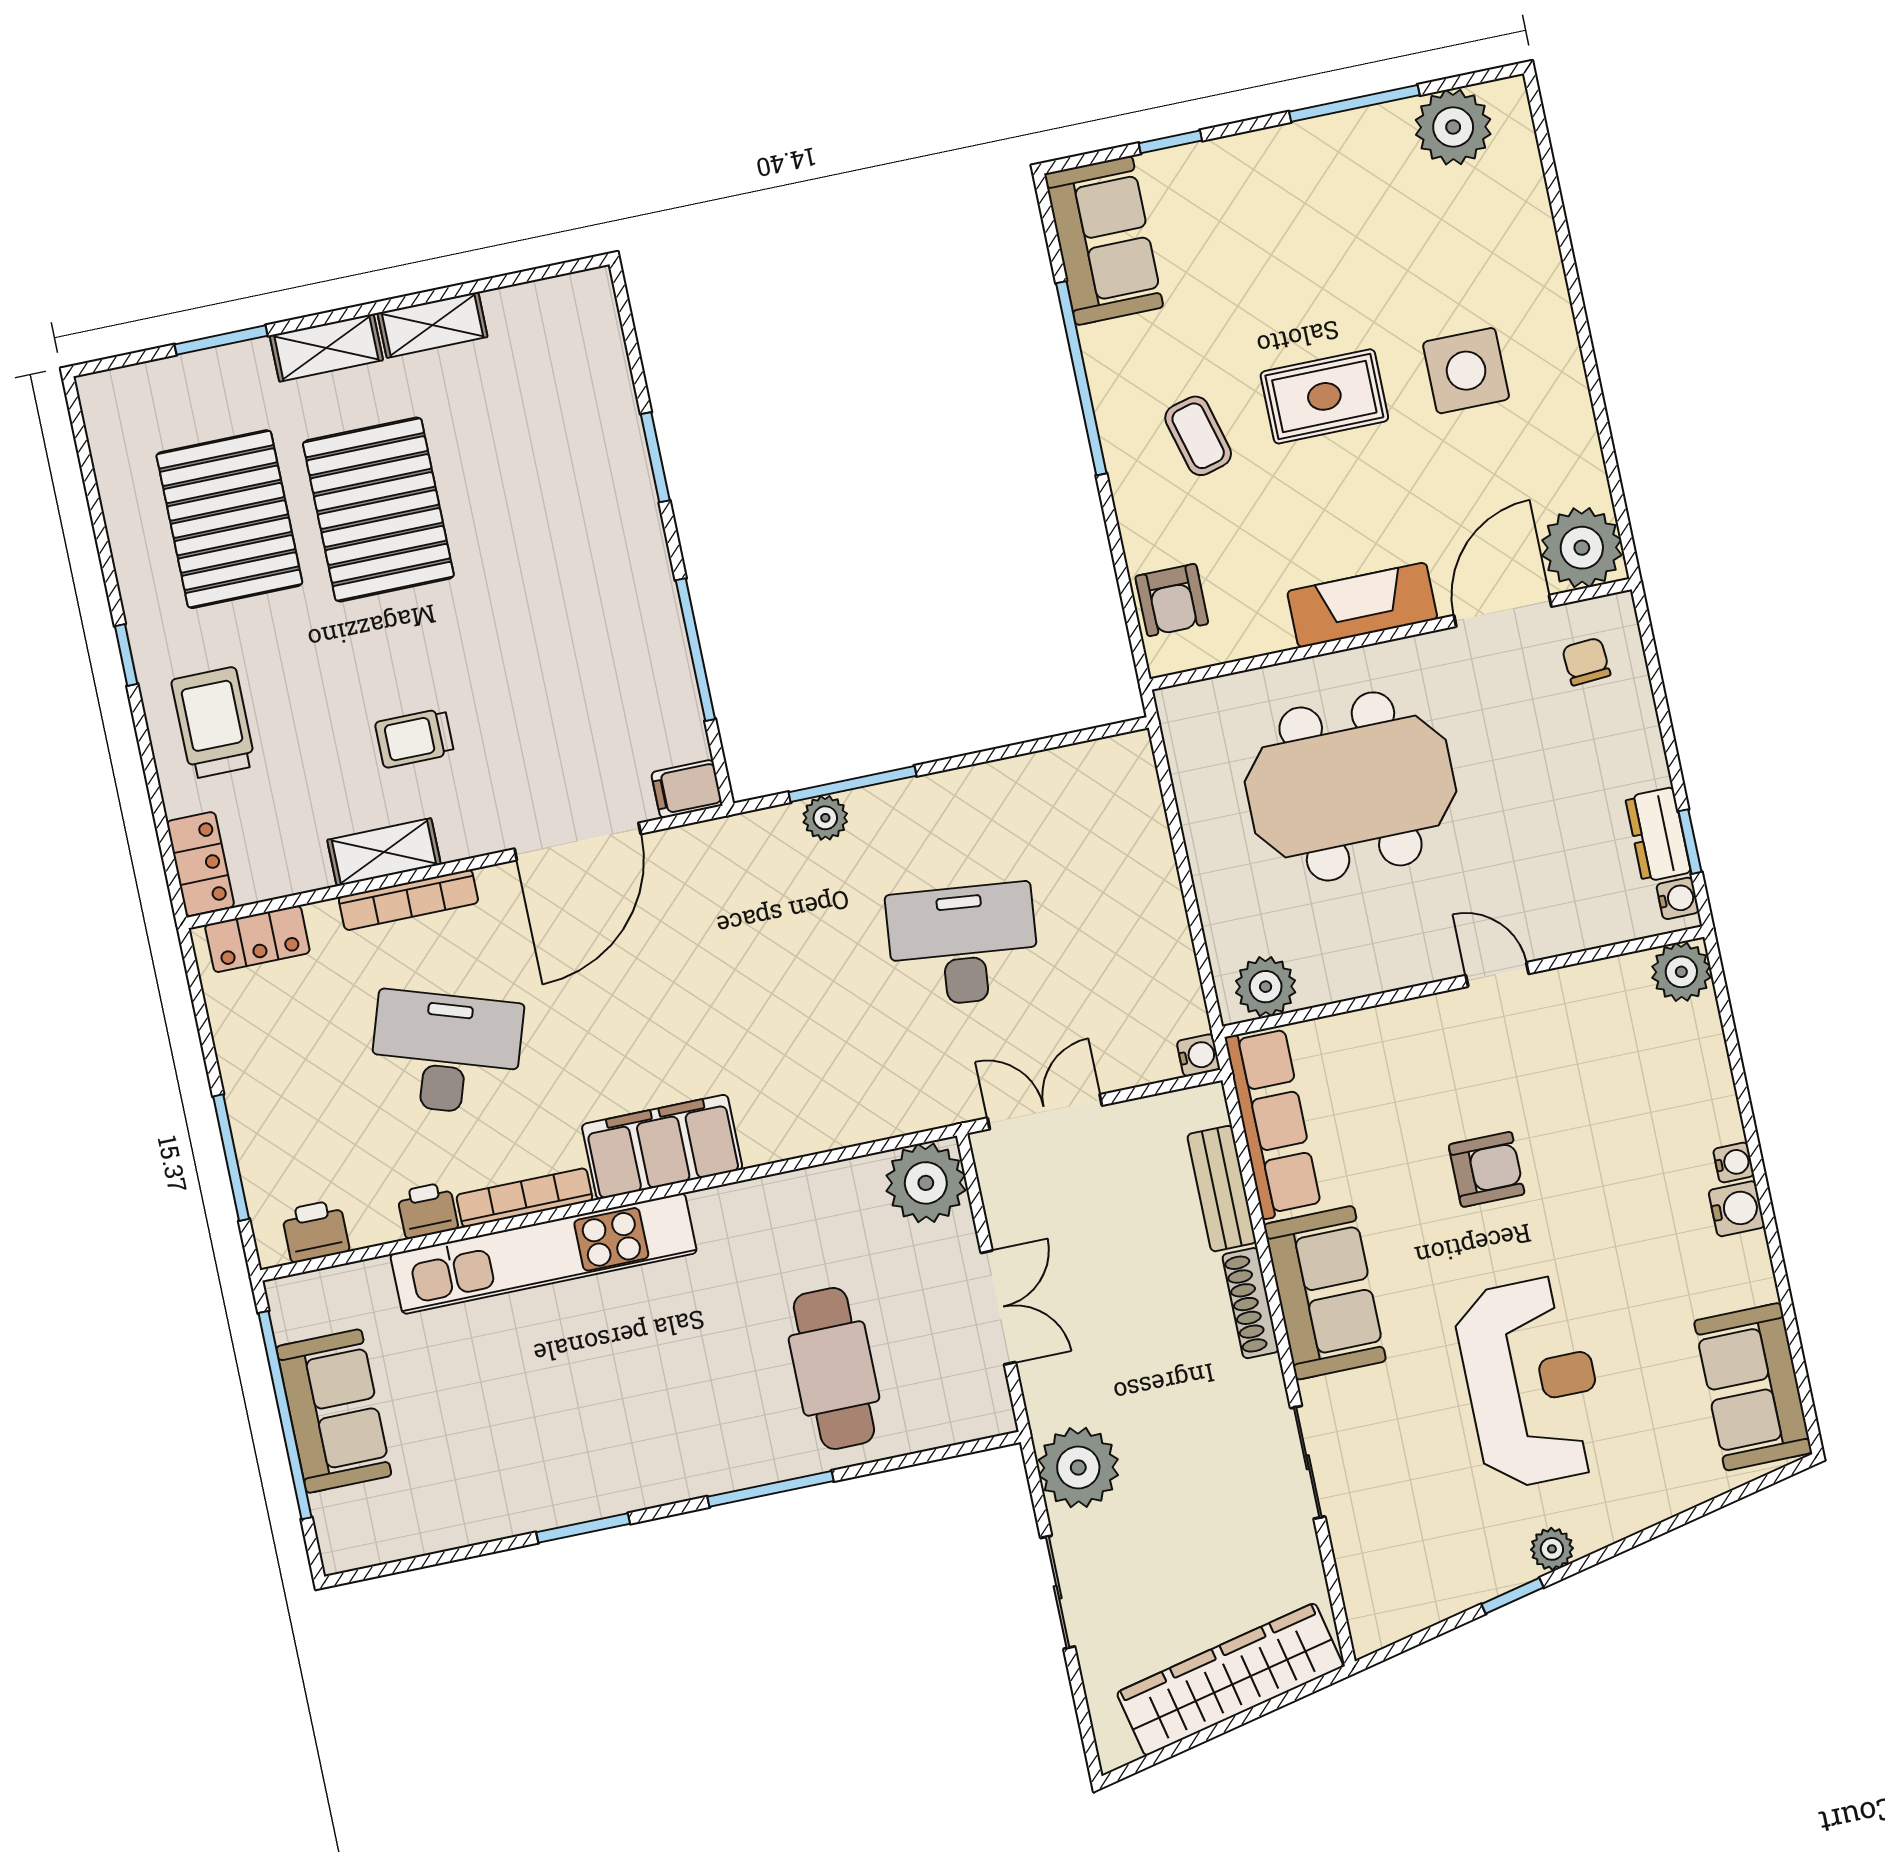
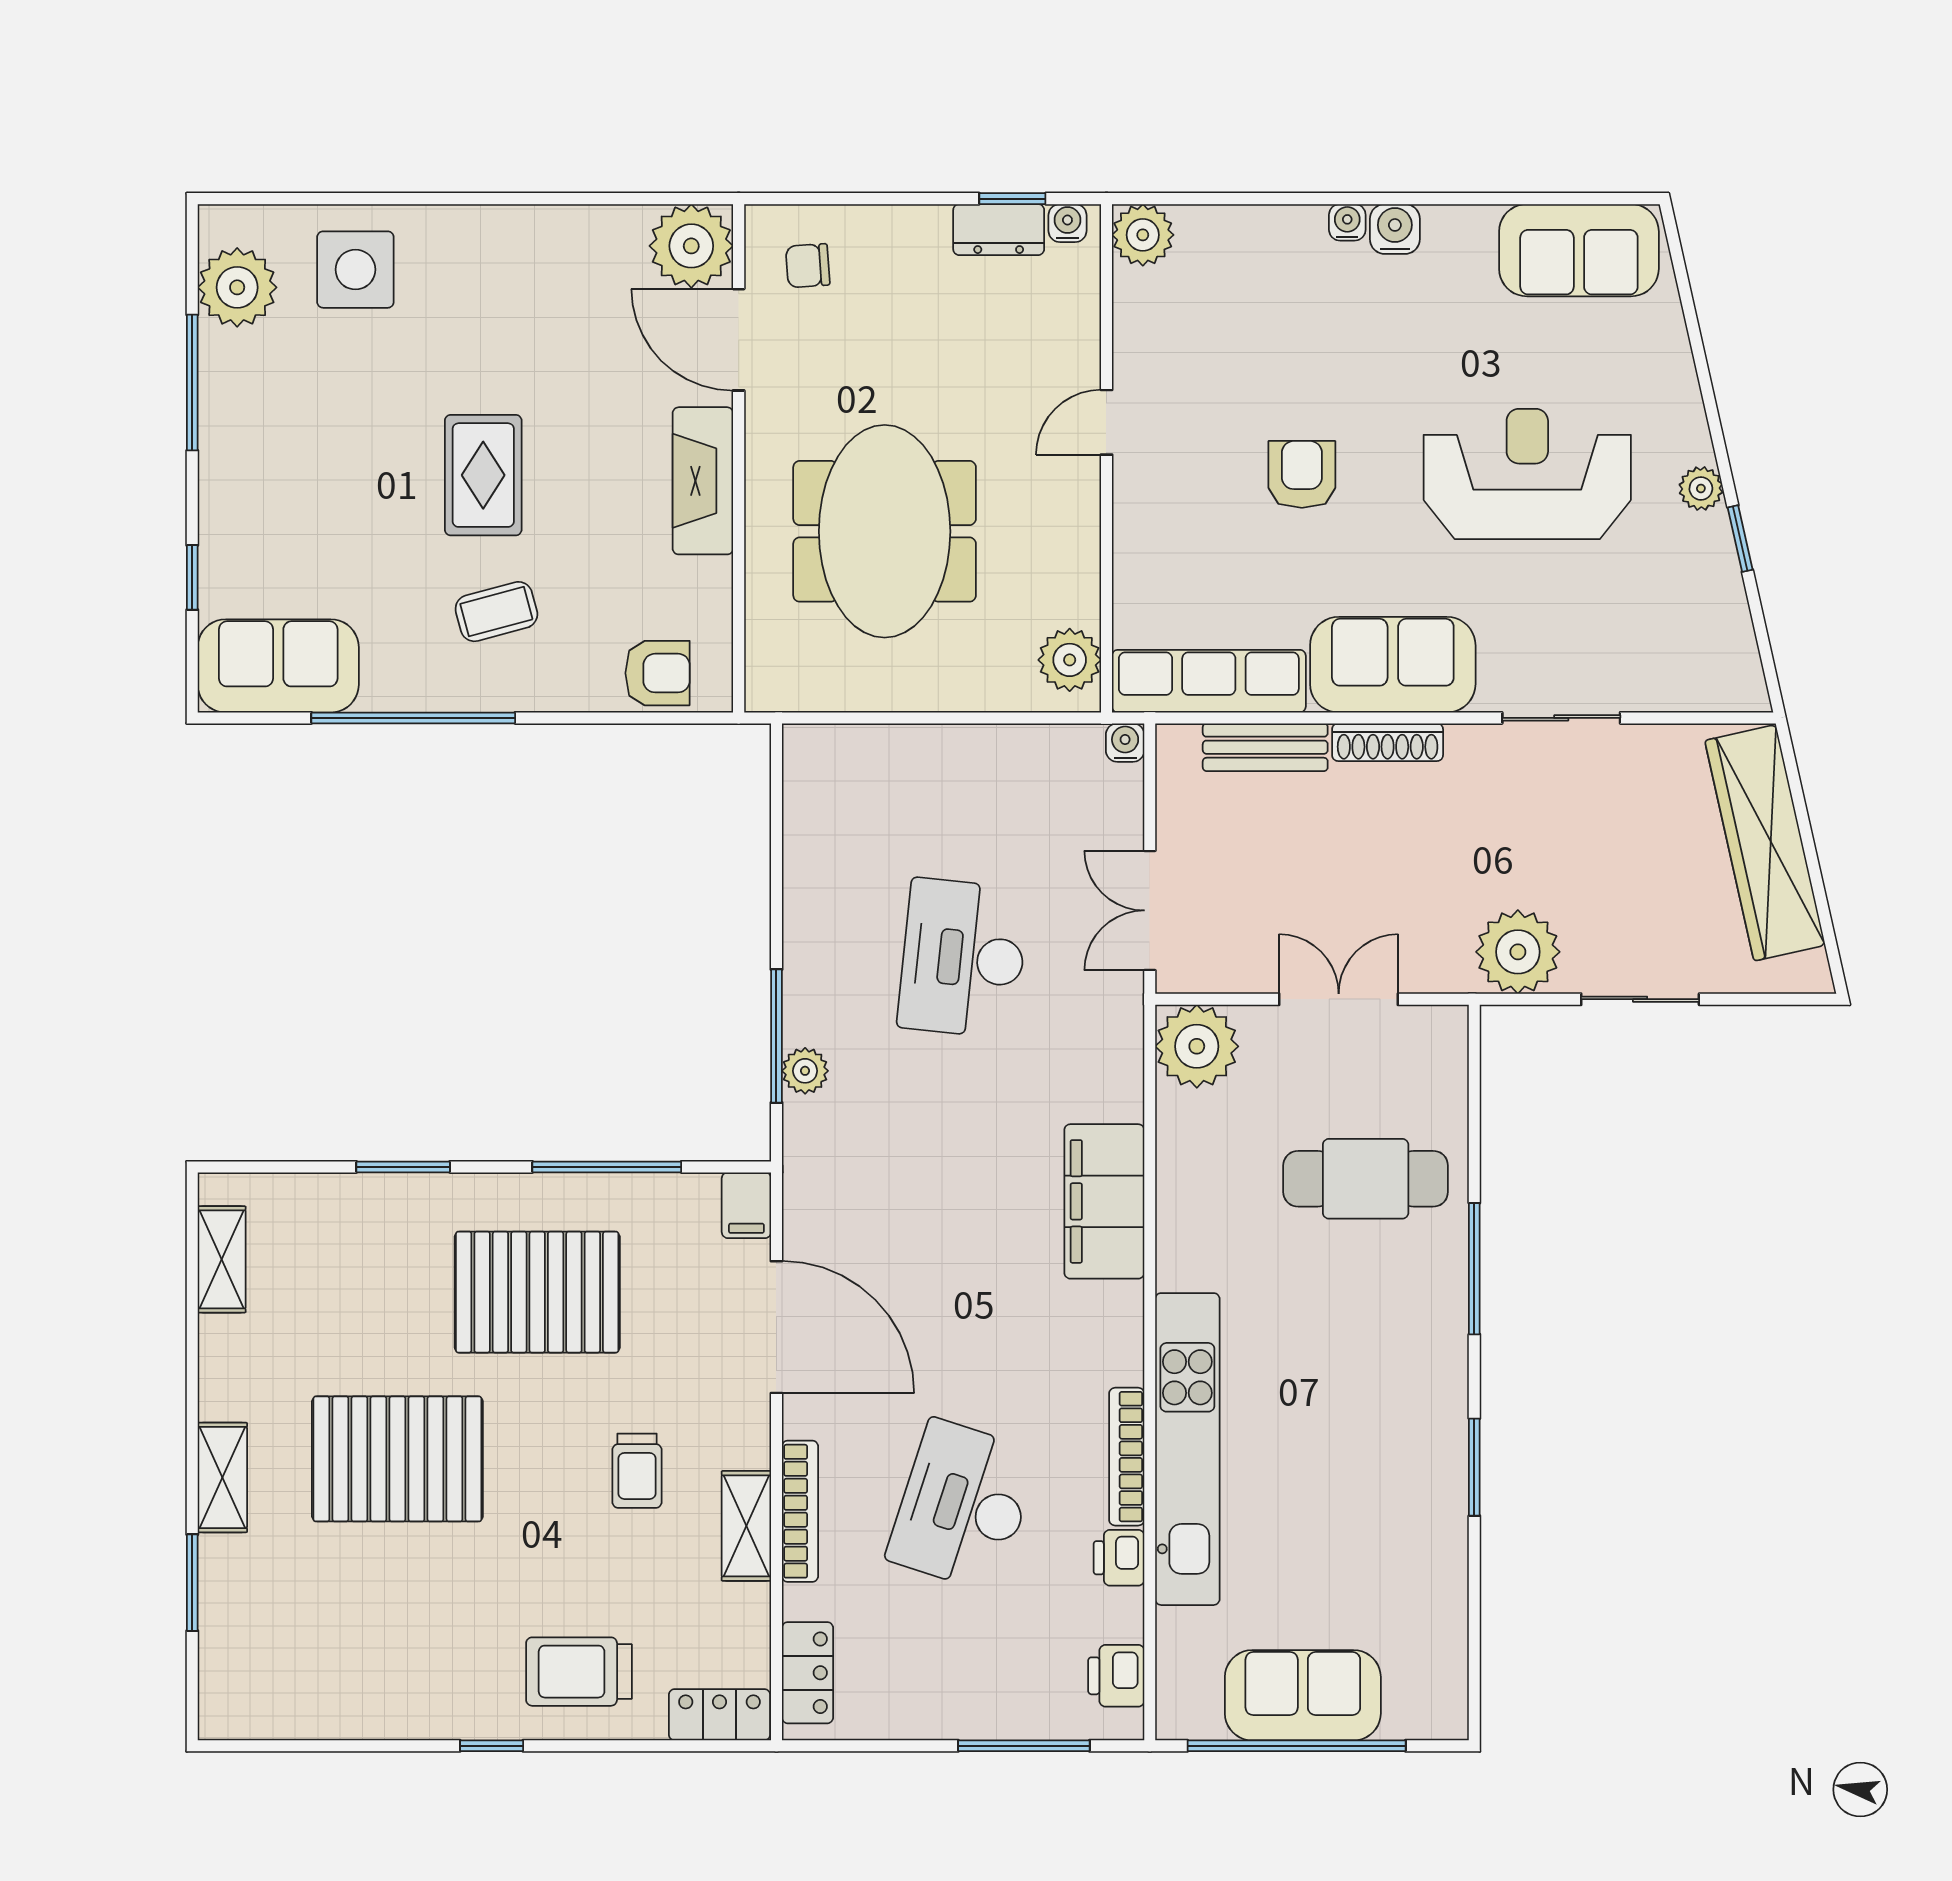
shelving: (432, 325) -> (222, 1259), moved
side table: (1466, 371) -> (355, 270), moved
pallet: (229, 519) -> (537, 1292), moved
filing cabinet: (662, 1147) -> (1104, 1201), moved

